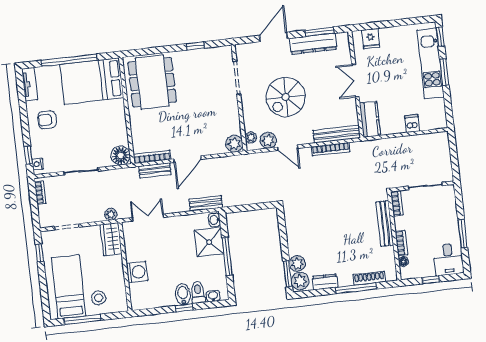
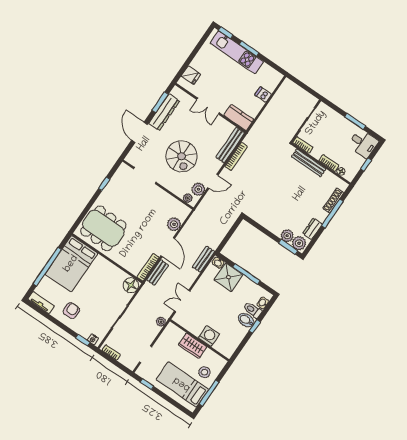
armchair: (47, 120) -> (71, 311), turned 180
plant: (234, 144) -> (174, 224), moved
wardrobe: (111, 239) -> (193, 346), moved

